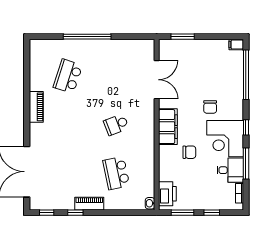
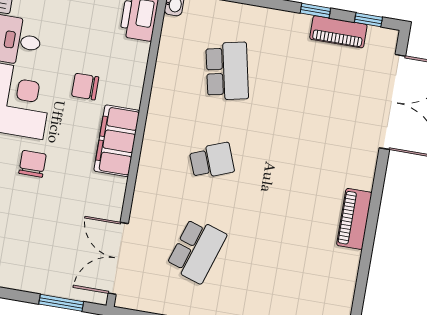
school desk: (68, 76) -> (197, 250), moved
double door: (157, 80) -> (118, 258), moved
piano: (89, 204) -> (338, 32), moved

